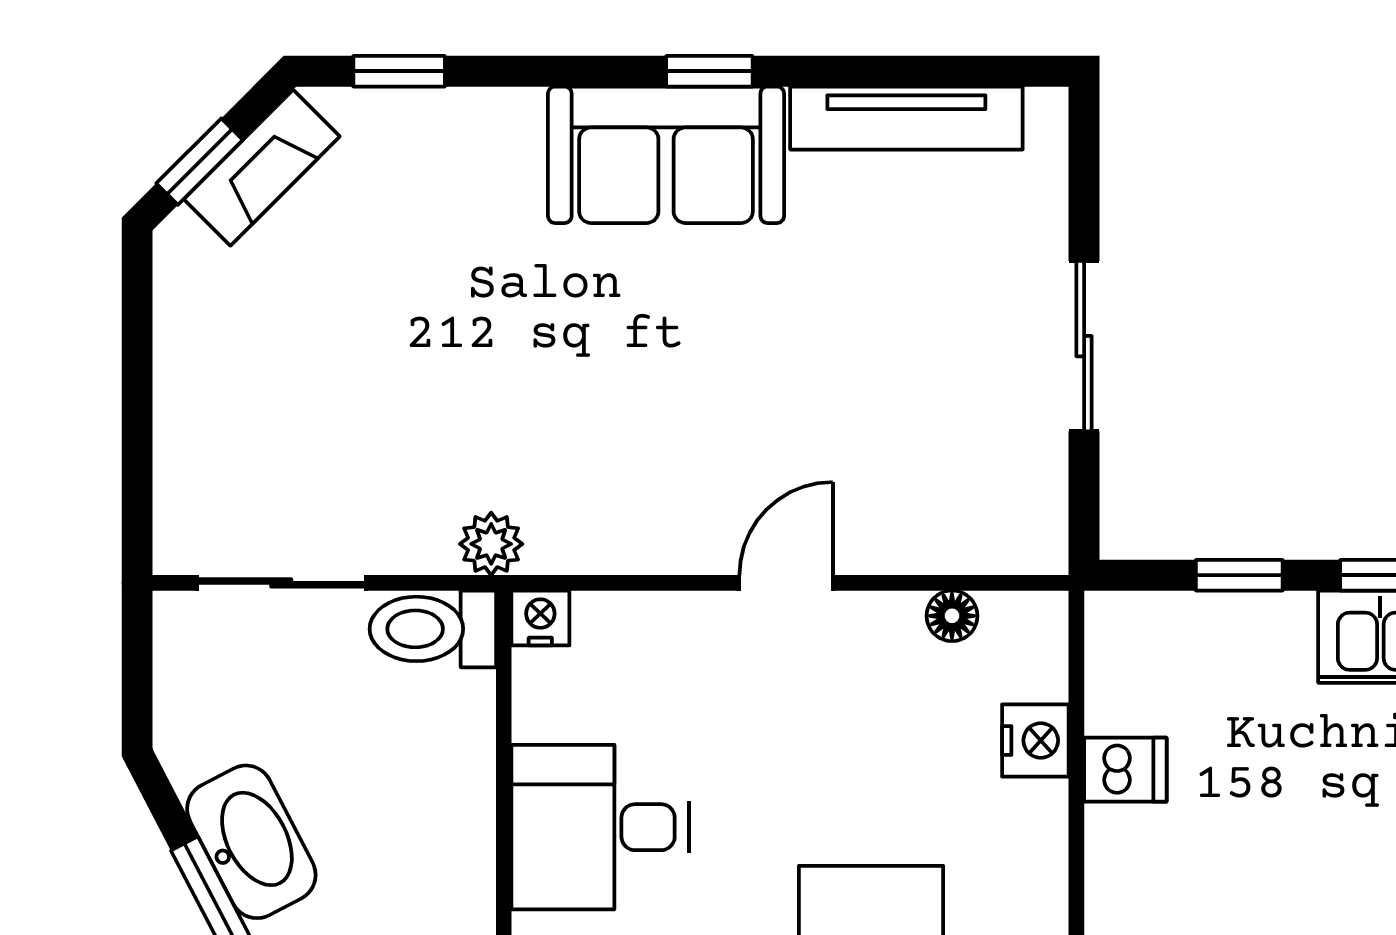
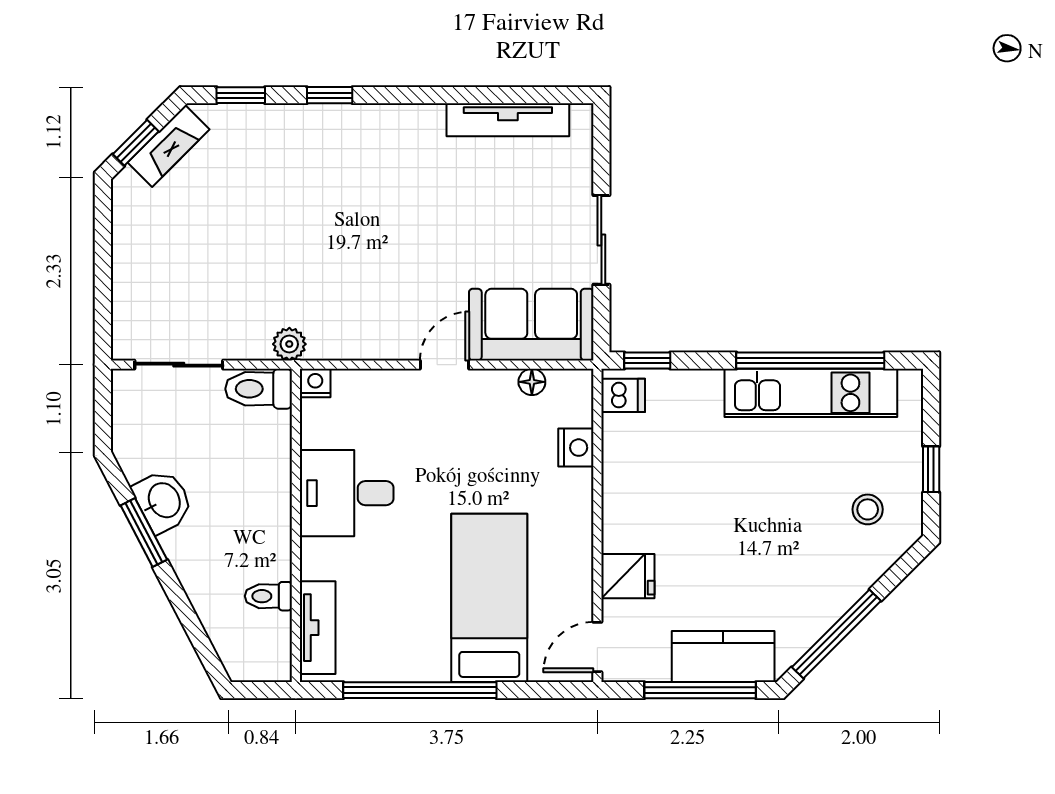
window: (709, 71) -> (330, 95), moved
sofa: (666, 155) -> (531, 325), moved, turned 180
window: (1239, 575) -> (647, 361), moved
dishwasher: (1125, 770) -> (623, 395), moved
washbasin: (251, 842) -> (163, 501), width x0.72

